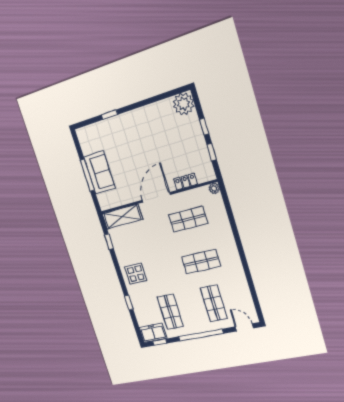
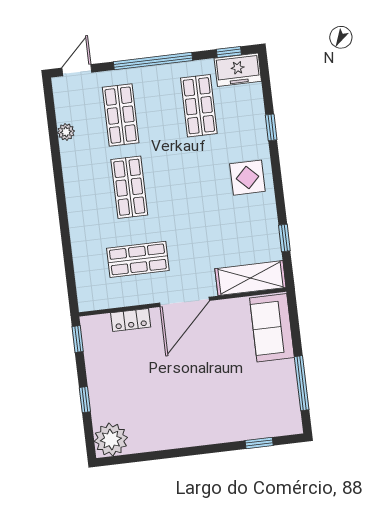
window: (109, 115) -> (259, 443), moved
window: (212, 152) -> (78, 339), moved
sofa: (99, 172) -> (272, 328), moved
window: (87, 175) -> (302, 383), moved
plant: (214, 188) -> (66, 132), moved
shop shelf: (201, 262) -> (129, 187), turned 90
door: (244, 327) -> (77, 70), swing flipped

